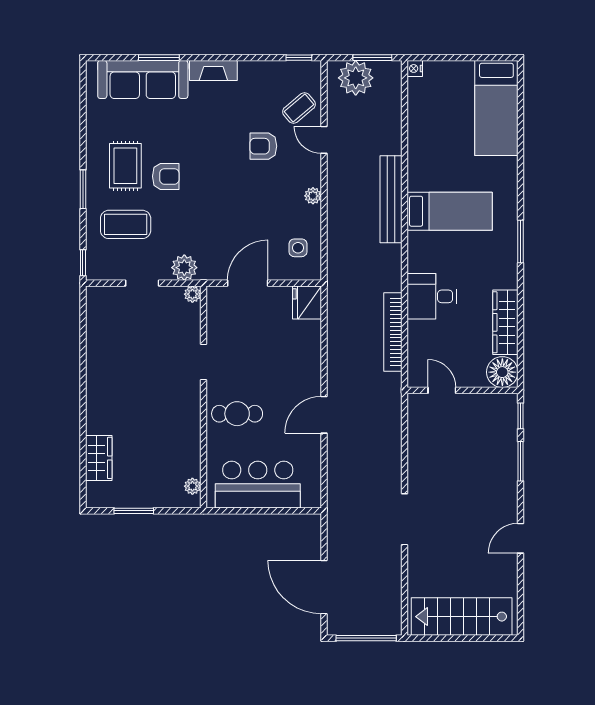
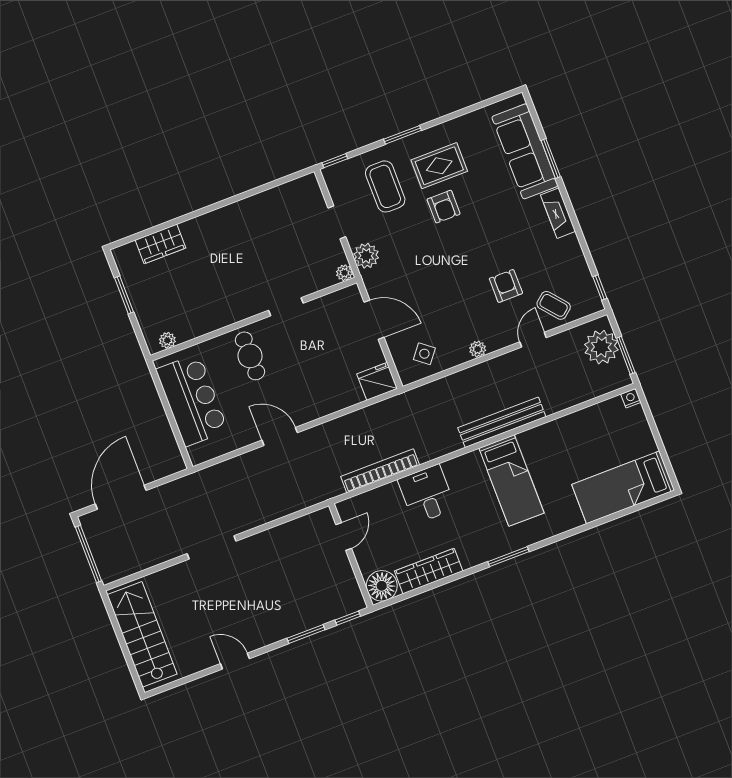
side table: (298, 248) -> (424, 354), turned 38

